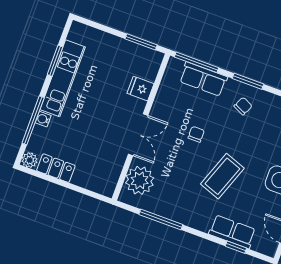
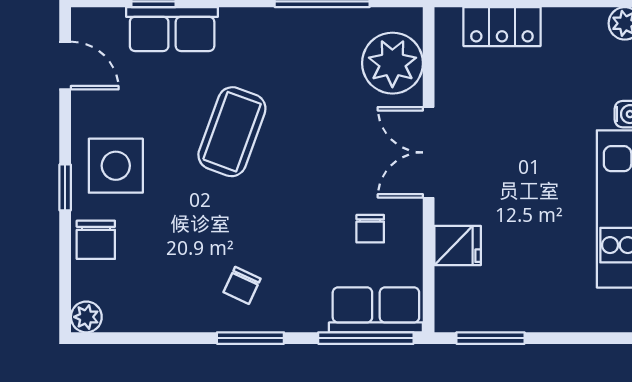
row of seats: (203, 79) -> (376, 310), moved
chair: (196, 134) -> (370, 229), moved
locker: (56, 168) -> (502, 27), moved

